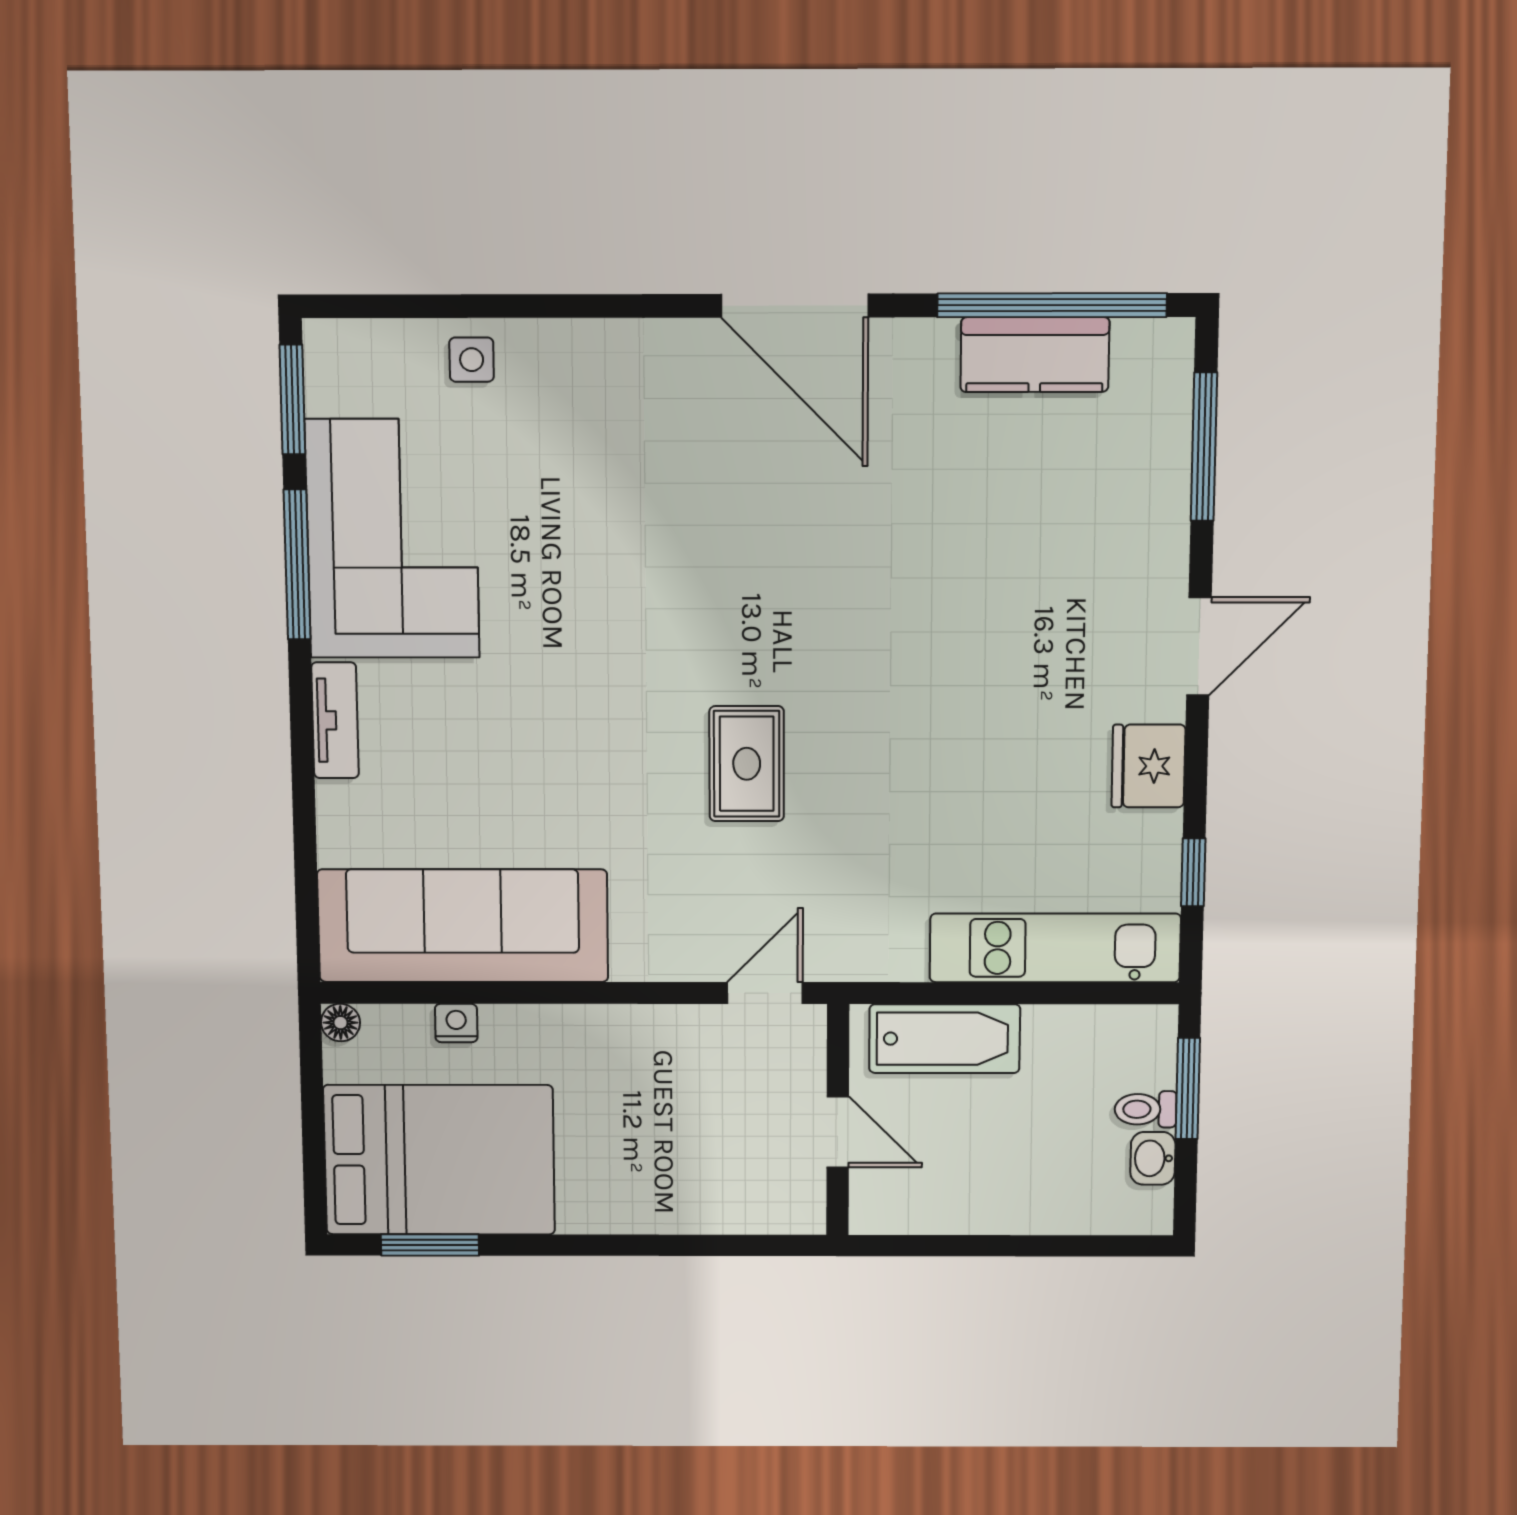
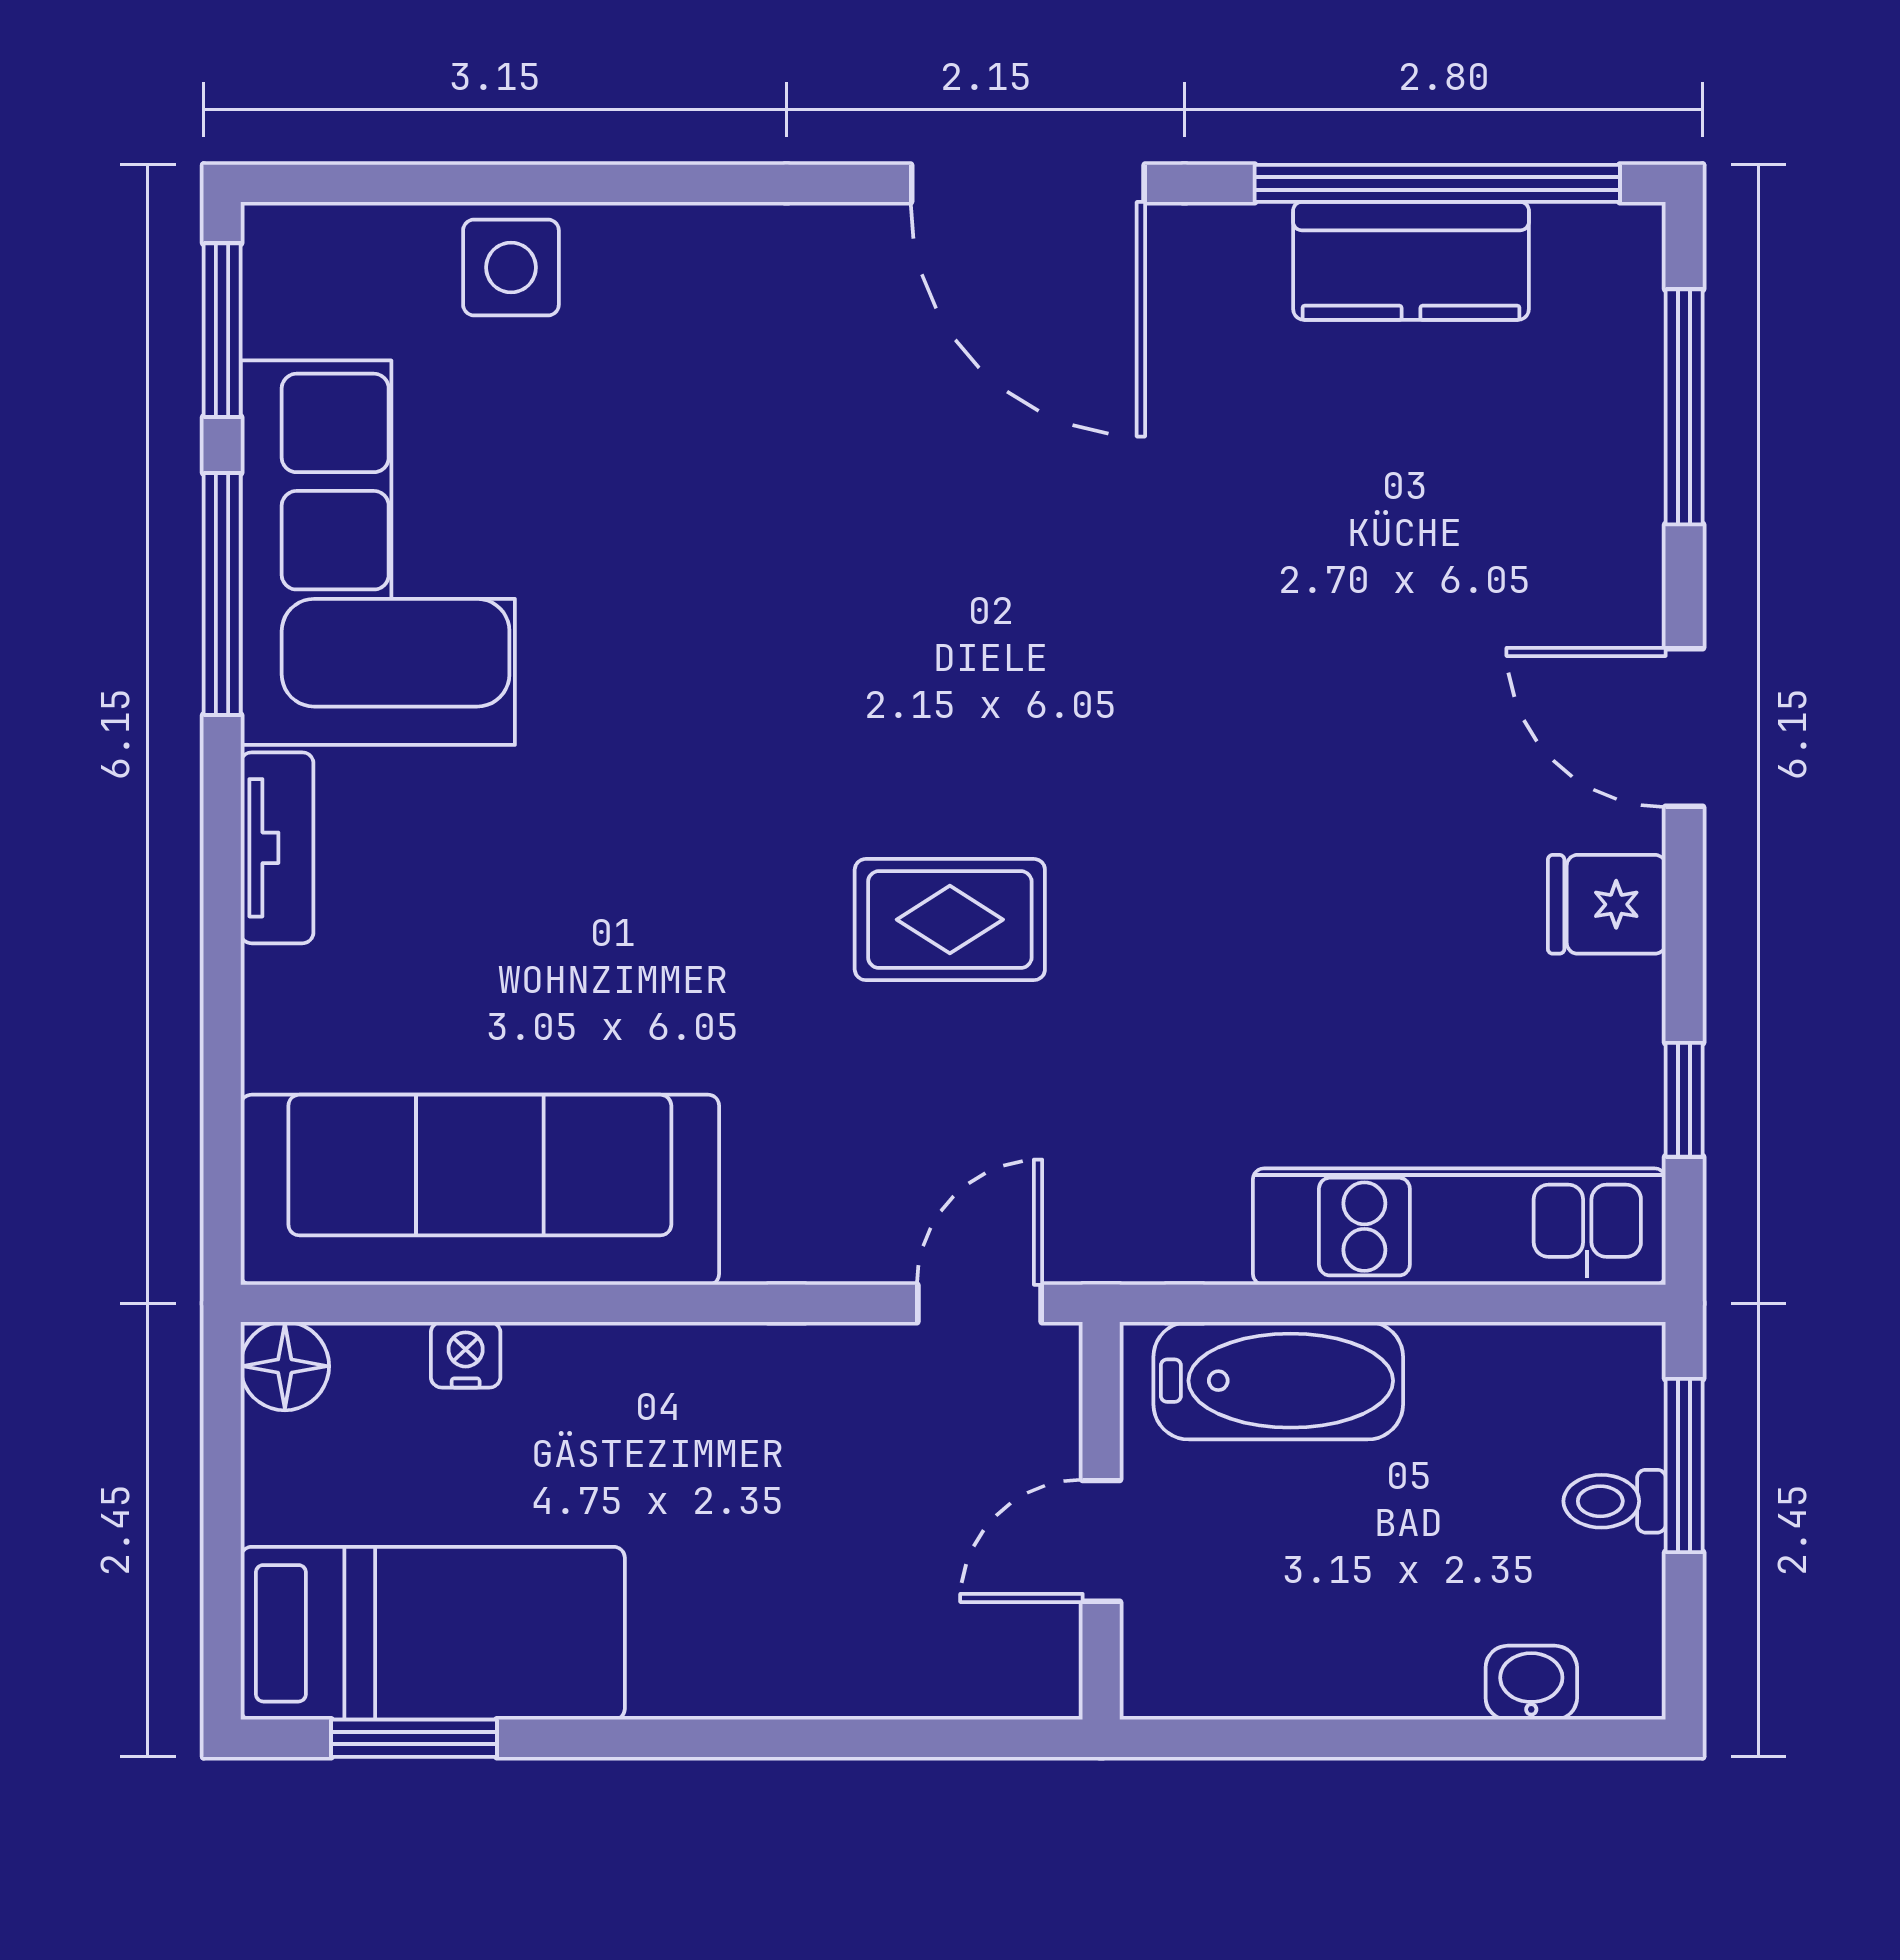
side table: (472, 360) -> (511, 267), width x1.37, depth x1.37
door: (1199, 646) -> (1684, 727), swing flipped
rug: (747, 764) -> (950, 920), turned 90
fridge: (1148, 766) -> (1607, 904), width x0.72
floor lamp: (341, 1023) -> (285, 1366), width x1.37, depth x1.37
door: (838, 1132) -> (1101, 1541), swing flipped
washbasin: (1153, 1158) -> (1531, 1683), moved, turned 90
bed: (439, 1160) -> (433, 1633), width x0.67

